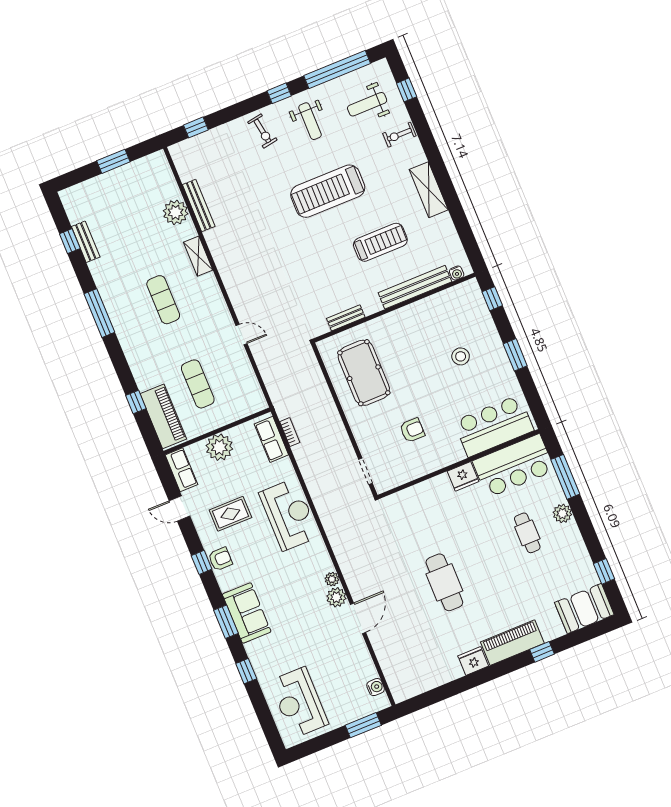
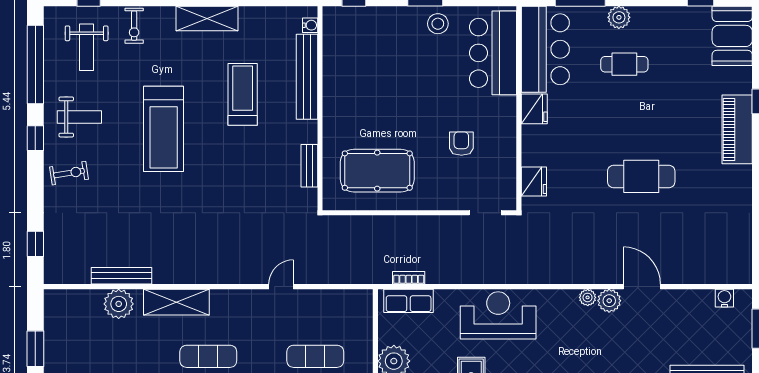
shelving: (198, 256) -> (176, 302), width x1.50, depth x1.33
stool: (461, 356) -> (438, 24), moved
fridge: (473, 661) -> (534, 181), moved, turned 180

